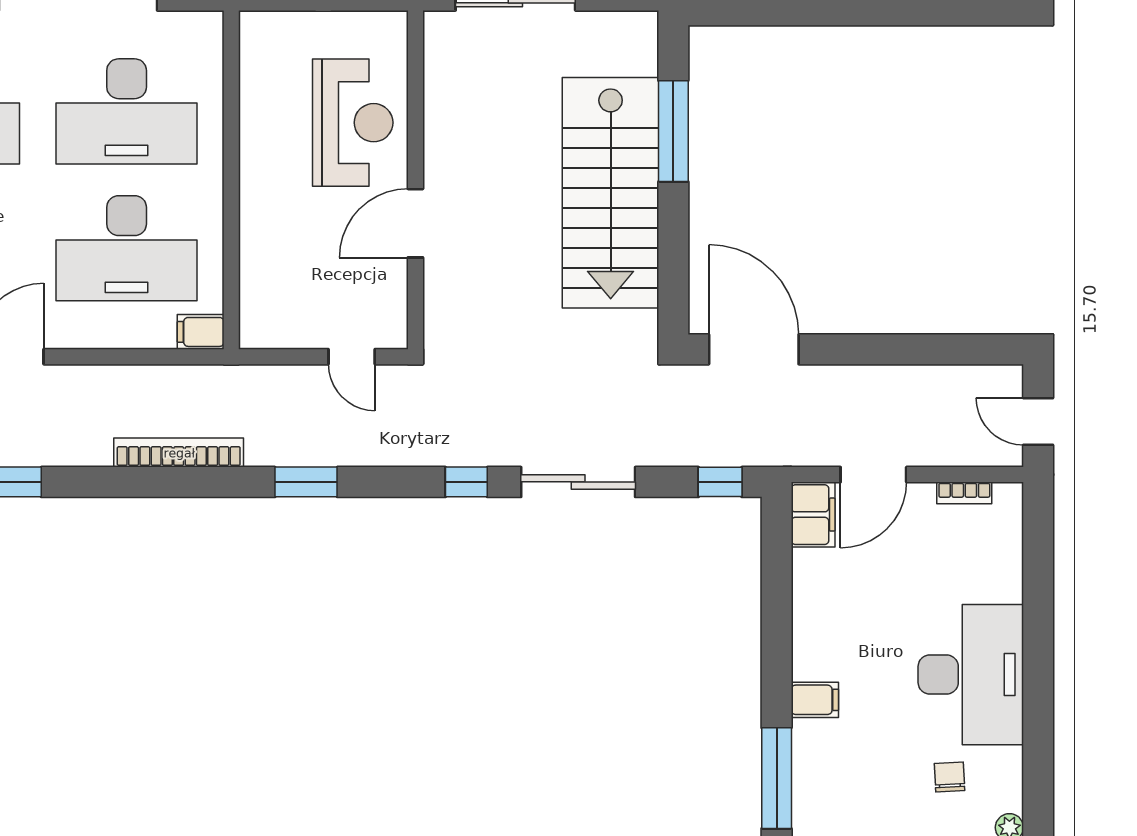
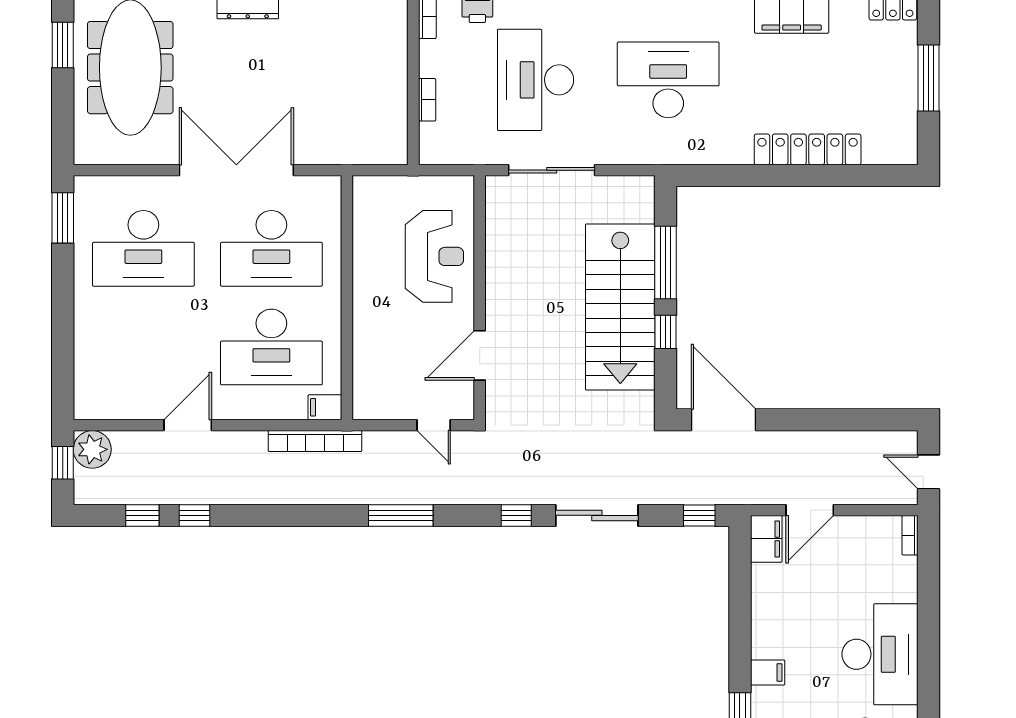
door: (415, 223) -> (480, 355), moved
window: (673, 227) -> (666, 332), added
bookcase: (179, 453) -> (315, 441), moved, turned 180
window: (306, 482) -> (401, 515), width x1.44
bookcase: (964, 493) -> (910, 535), moved, turned 90

